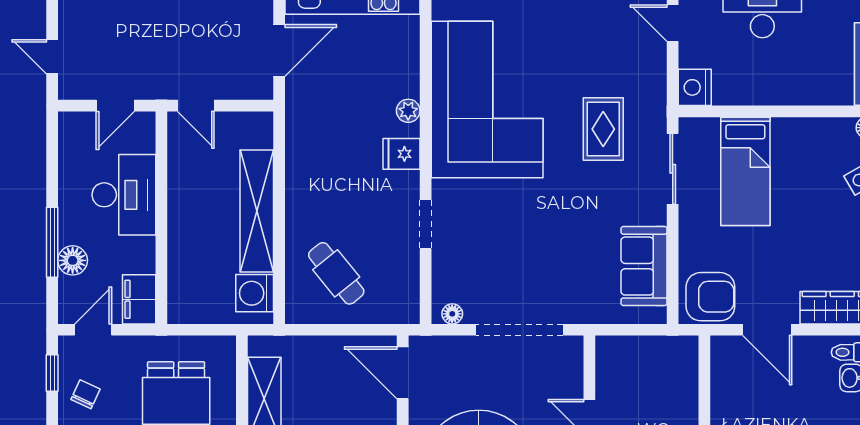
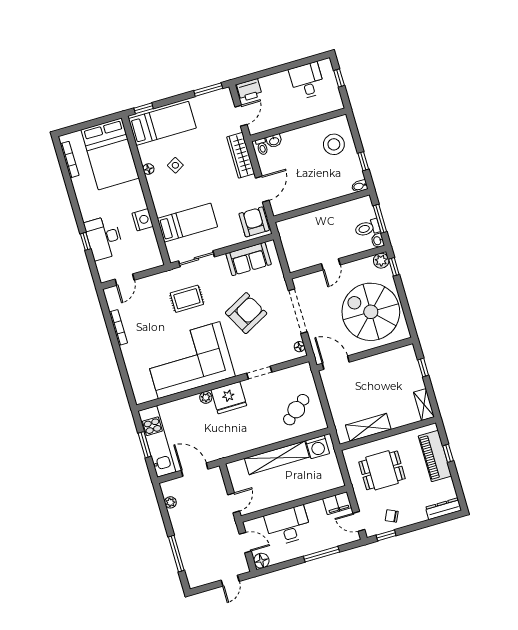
nightstand: (695, 87) -> (143, 220), moved, turned -90
fridge: (401, 154) -> (229, 398), width x1.88, depth x1.34
armchair: (544, 232) -> (246, 313), added
floor lamp: (73, 260) -> (261, 561), moved
door: (403, 373) -> (336, 363), swing flipped

